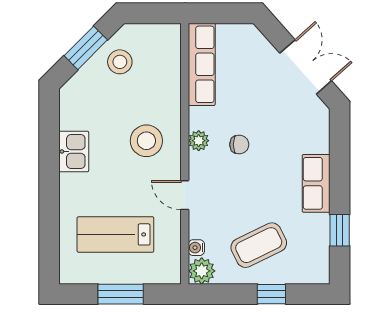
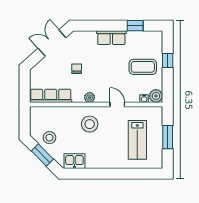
chair: (239, 145) -> (77, 69), moved
kitchen sink: (74, 152) -> (74, 161), moved
door: (185, 195) -> (117, 105), swing flipped
coffee table: (259, 245) -> (143, 67), turned -64

